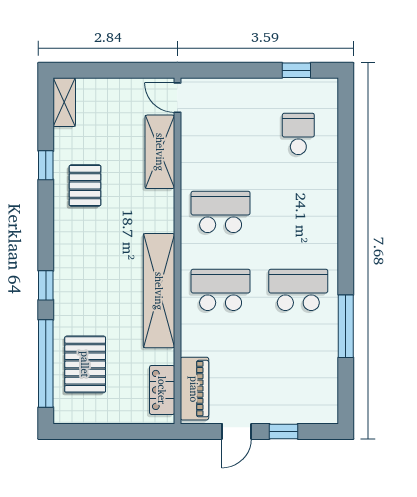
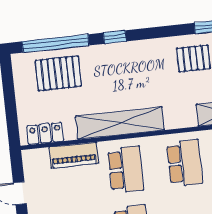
piano: (194, 389) -> (74, 155), moved

